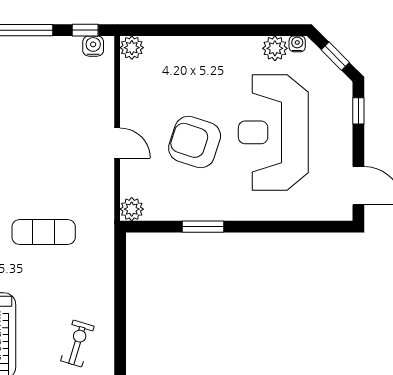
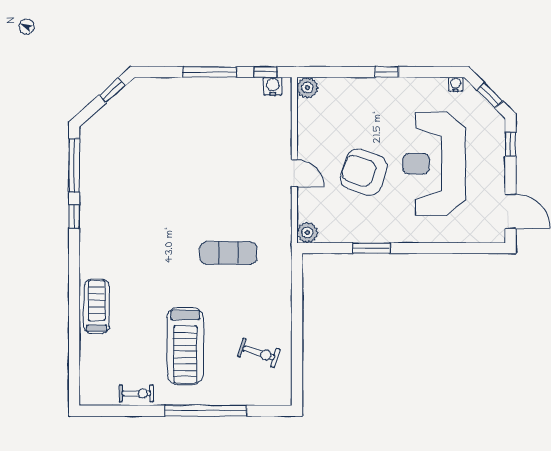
window: (220, 30) -> (387, 72), added
plant: (275, 48) -> (436, 88), removed
exercise bike: (77, 344) -> (259, 353), turned 90

